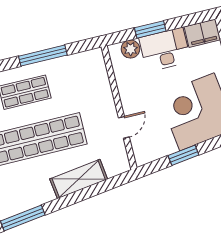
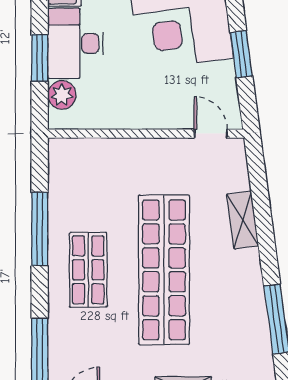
door: (124, 127) -> (211, 134), moved
shelving: (79, 179) -> (243, 220), width x0.67, depth x0.75

